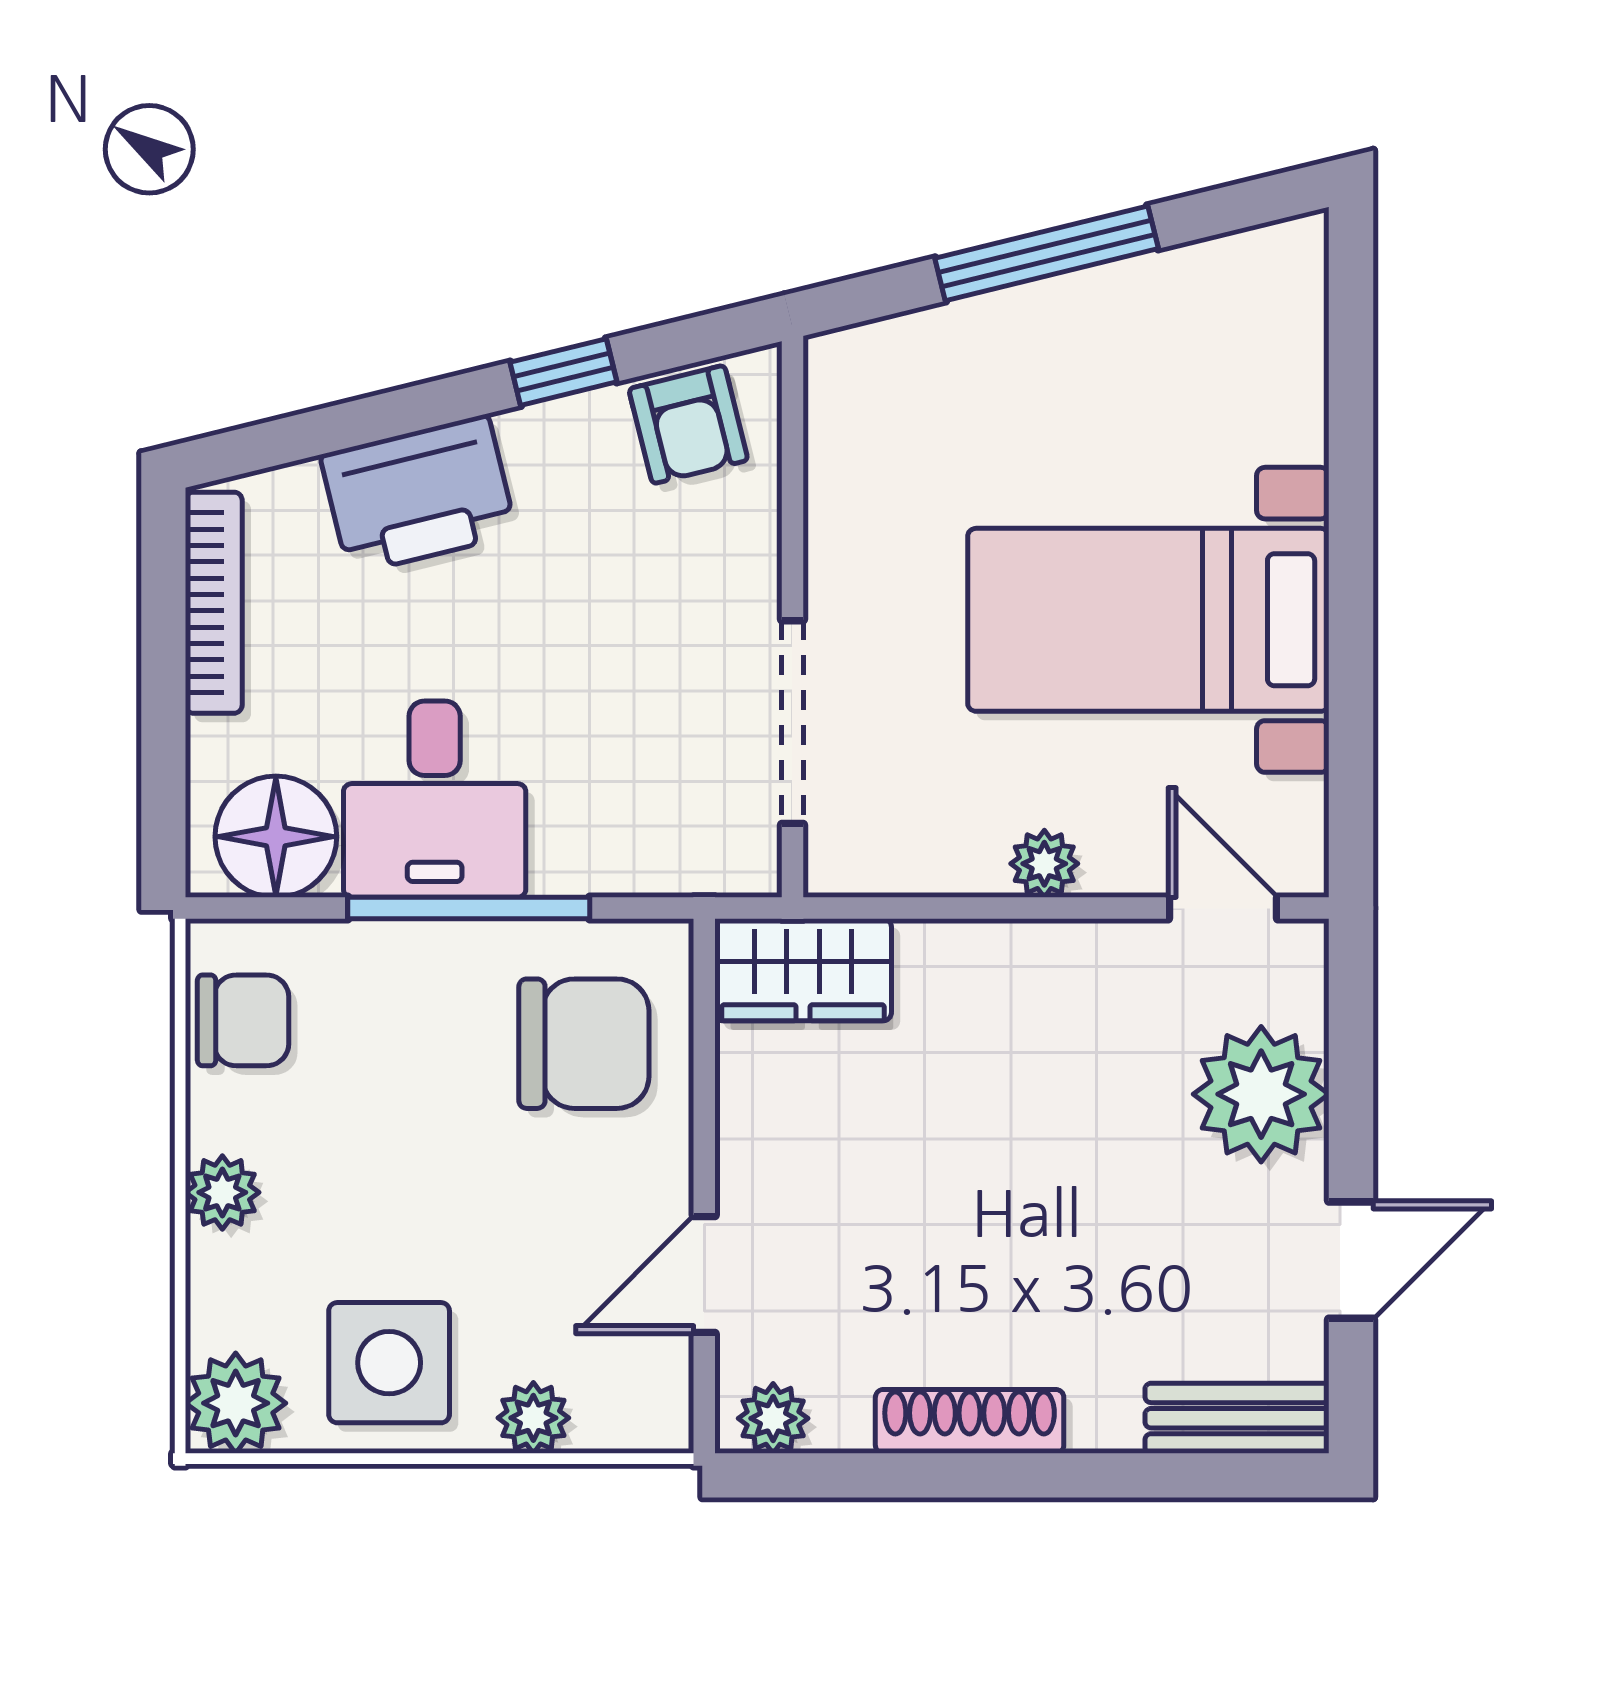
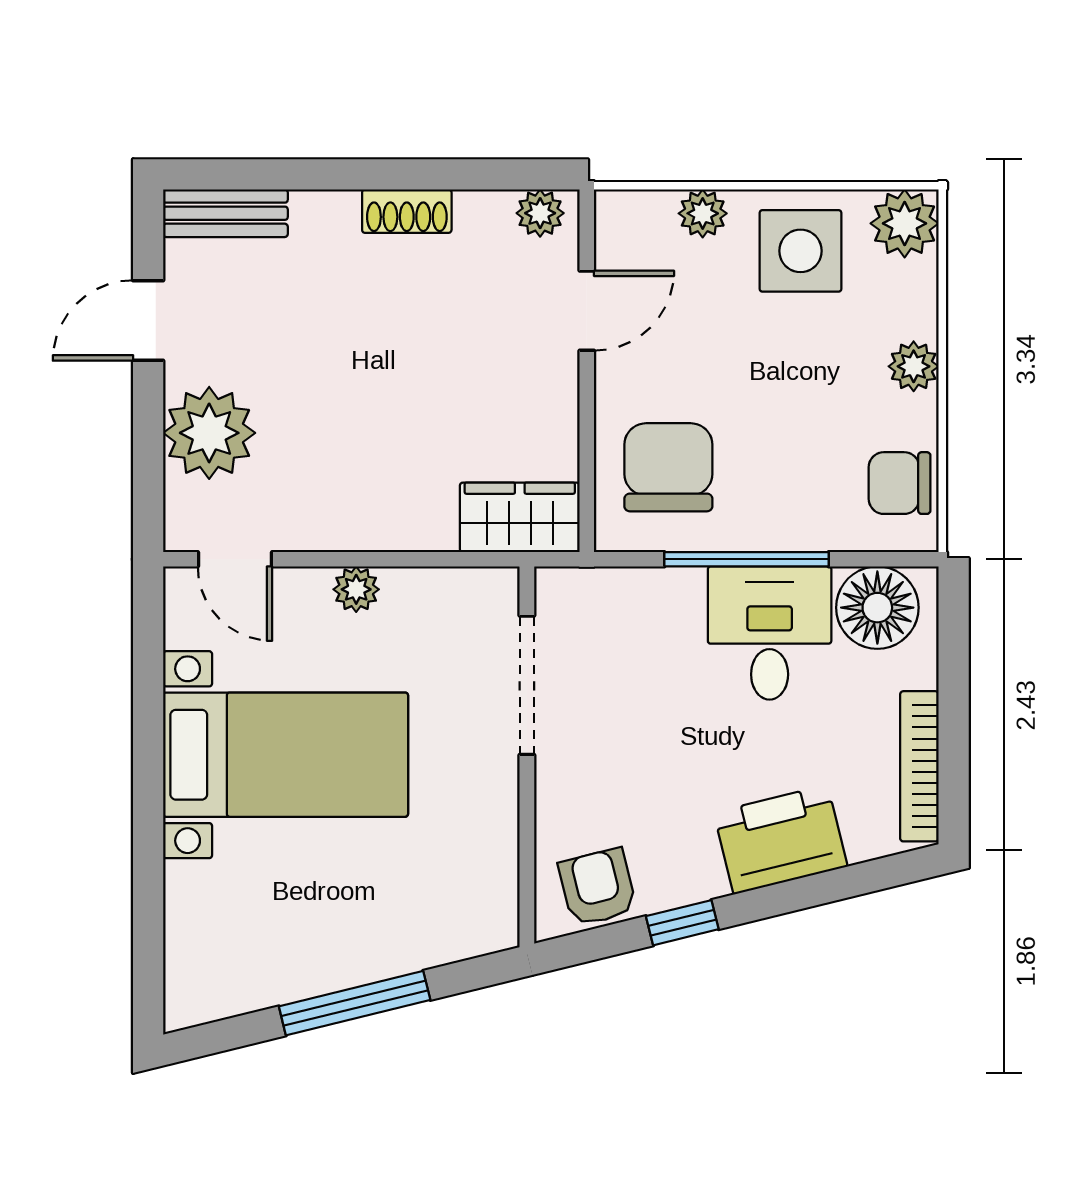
chair: (584, 1044) -> (668, 467), turned 90
shoe rack: (970, 1421) -> (407, 211), width x0.70

